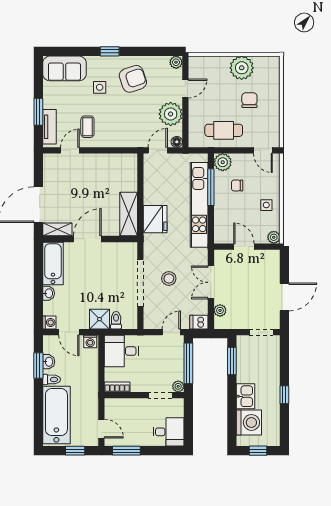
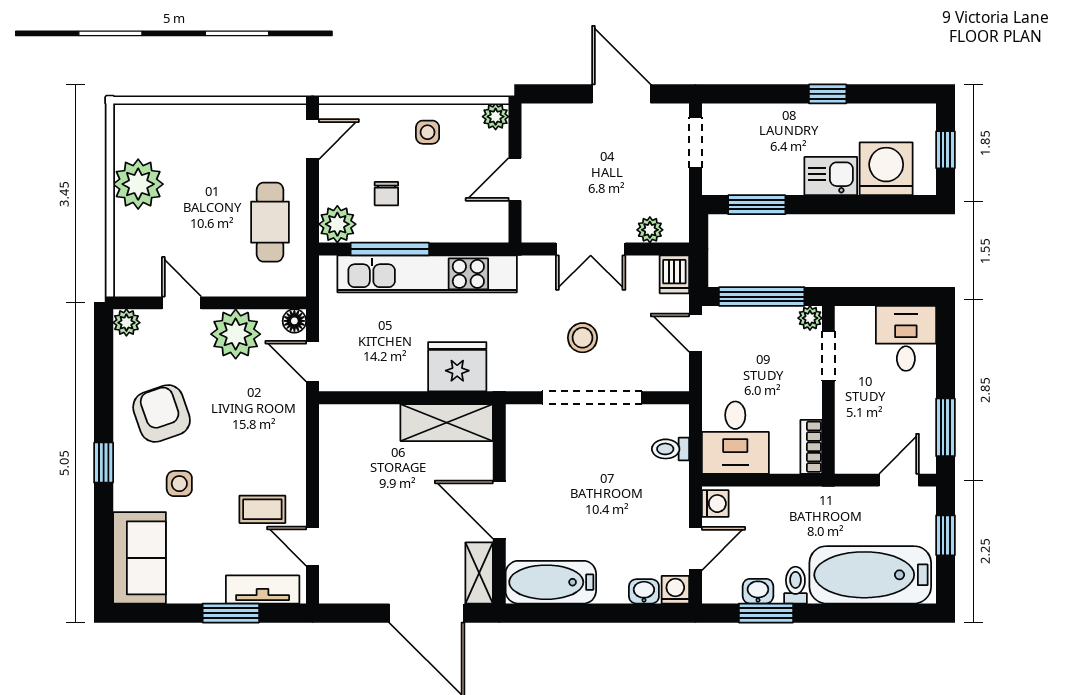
chair: (249, 100) -> (206, 168), removed
washbasin: (49, 293) -> (644, 591), moved
shower: (99, 319) -> (668, 484), removed

